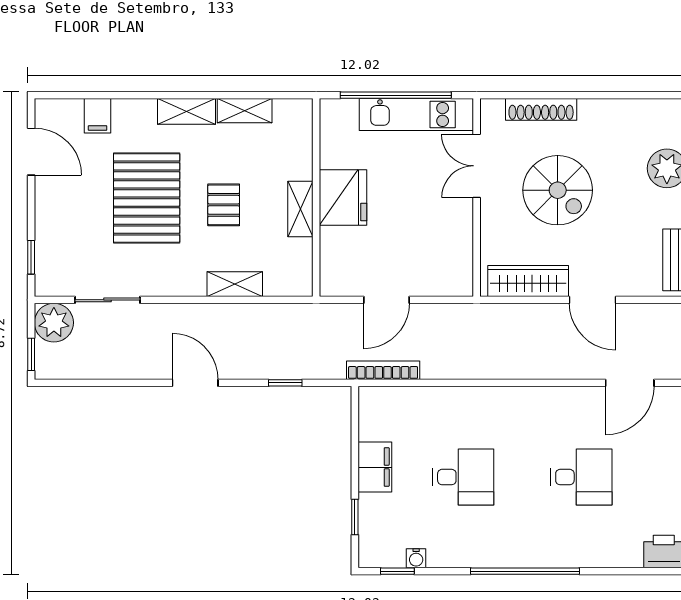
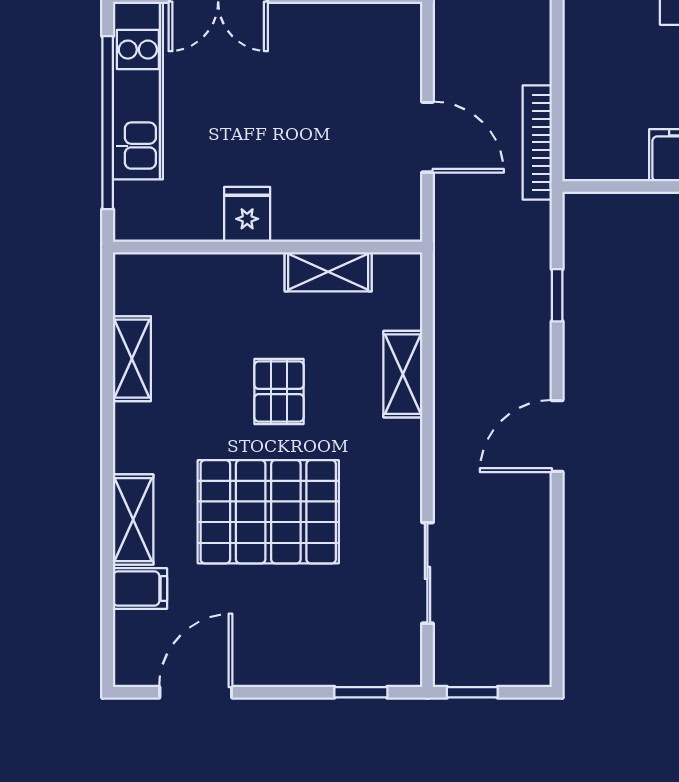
shelving: (186, 111) -> (133, 520), moved
fridge: (343, 197) -> (247, 214), width x0.53, depth x0.75
pallet: (224, 205) -> (279, 391), turned 90
shelving: (300, 209) -> (328, 272), moved
plant: (54, 323) -> (463, 657), removed
window: (31, 354) -> (472, 692), moved

